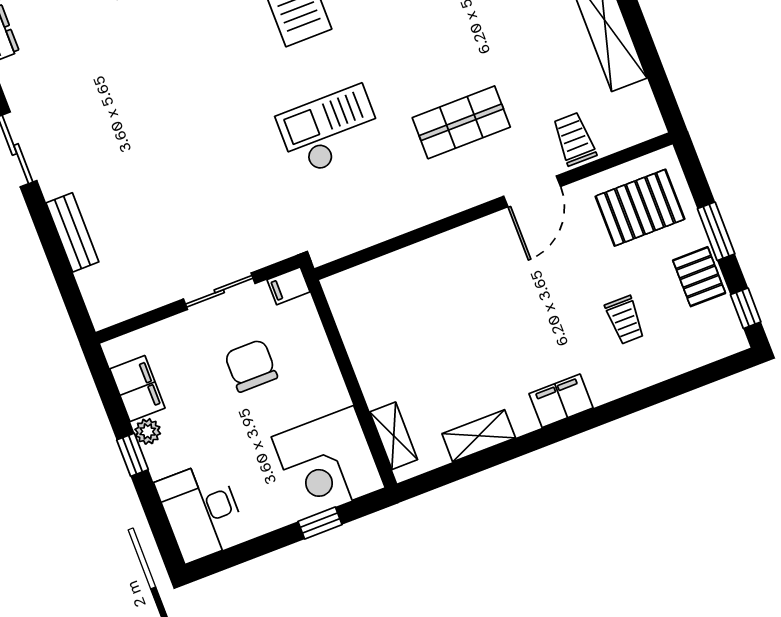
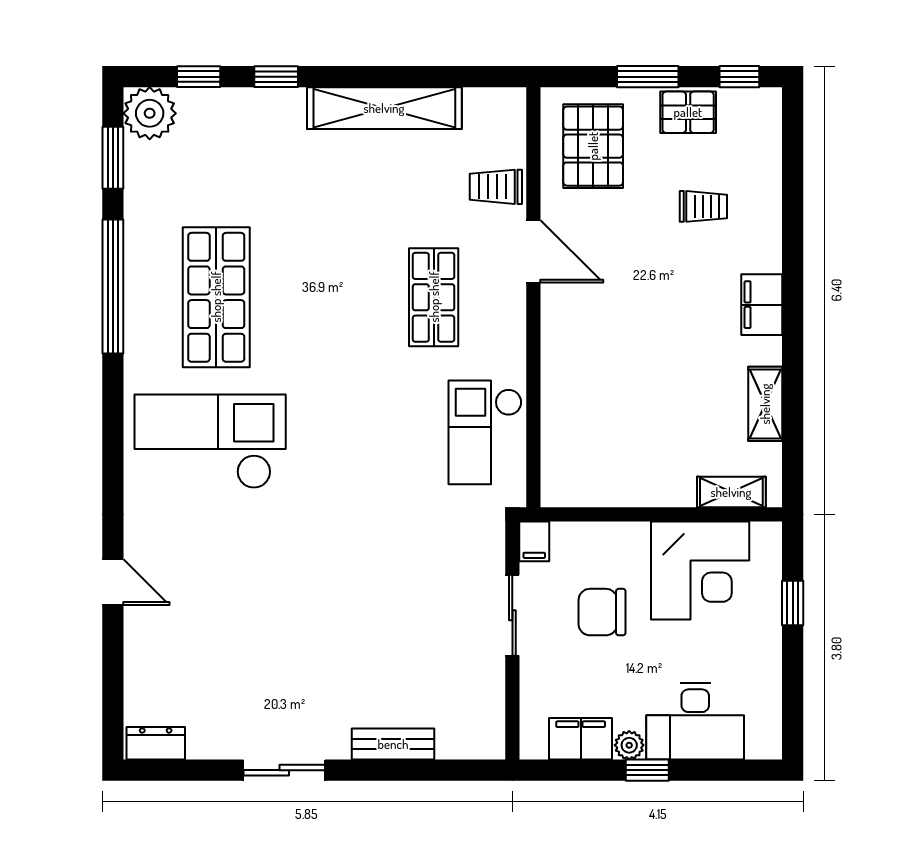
checkout: (330, 130) -> (485, 432), moved
corner desk: (328, 462) -> (700, 571), moved
desk: (201, 511) -> (695, 721), moved

